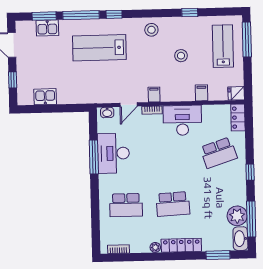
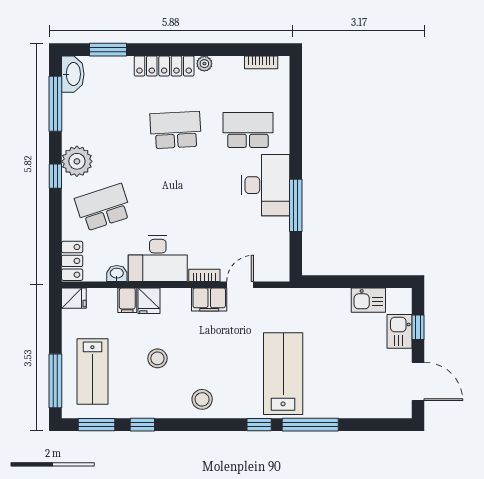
window: (44, 16) -> (96, 425), moved
kitchen sink: (47, 28) -> (399, 331), moved, turned -90
lab bench: (99, 48) -> (283, 374), turned -90
fridge: (187, 93) -> (149, 301), added
filing cabinet: (154, 94) -> (209, 300), width x2.00
washbasin: (107, 112) -> (117, 274), moved
desk: (113, 153) -> (265, 185), moved
plant: (237, 216) -> (77, 161), moved

